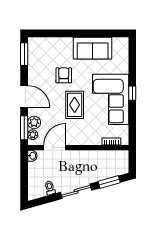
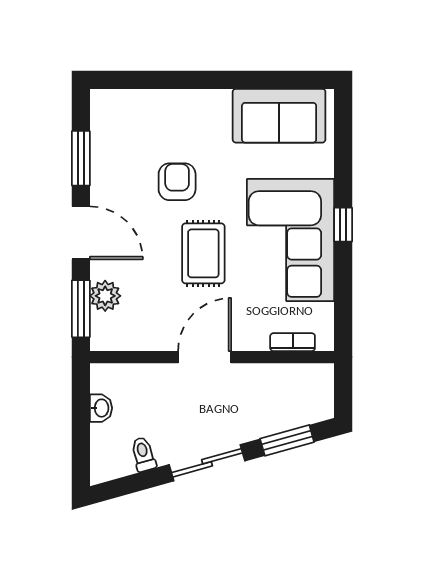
sofa: (93, 48) -> (279, 116), moved
window: (24, 54) -> (81, 158), moved
plant: (33, 135) -> (102, 326), removed
door: (55, 148) -> (205, 357), moved
washbasin: (32, 156) -> (101, 408), moved

